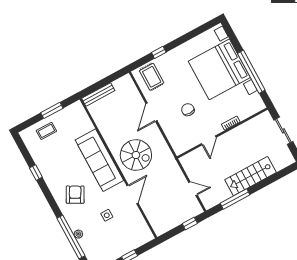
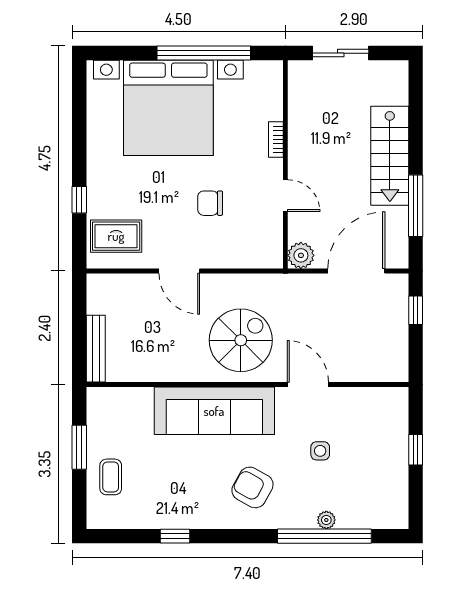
plant: (187, 161) -> (301, 255), added
door: (193, 189) -> (356, 271), width x1.87

